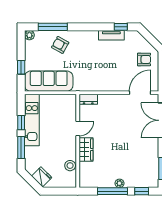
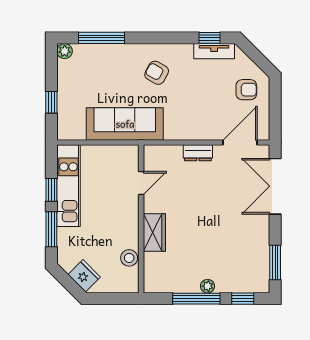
tv unit: (111, 35) -> (214, 51), moved
armchair: (60, 45) -> (157, 73), moved
sofa: (49, 81) -> (125, 124), moved
dresser: (88, 99) -> (198, 153), moved
door: (78, 129) -> (141, 183), moved

